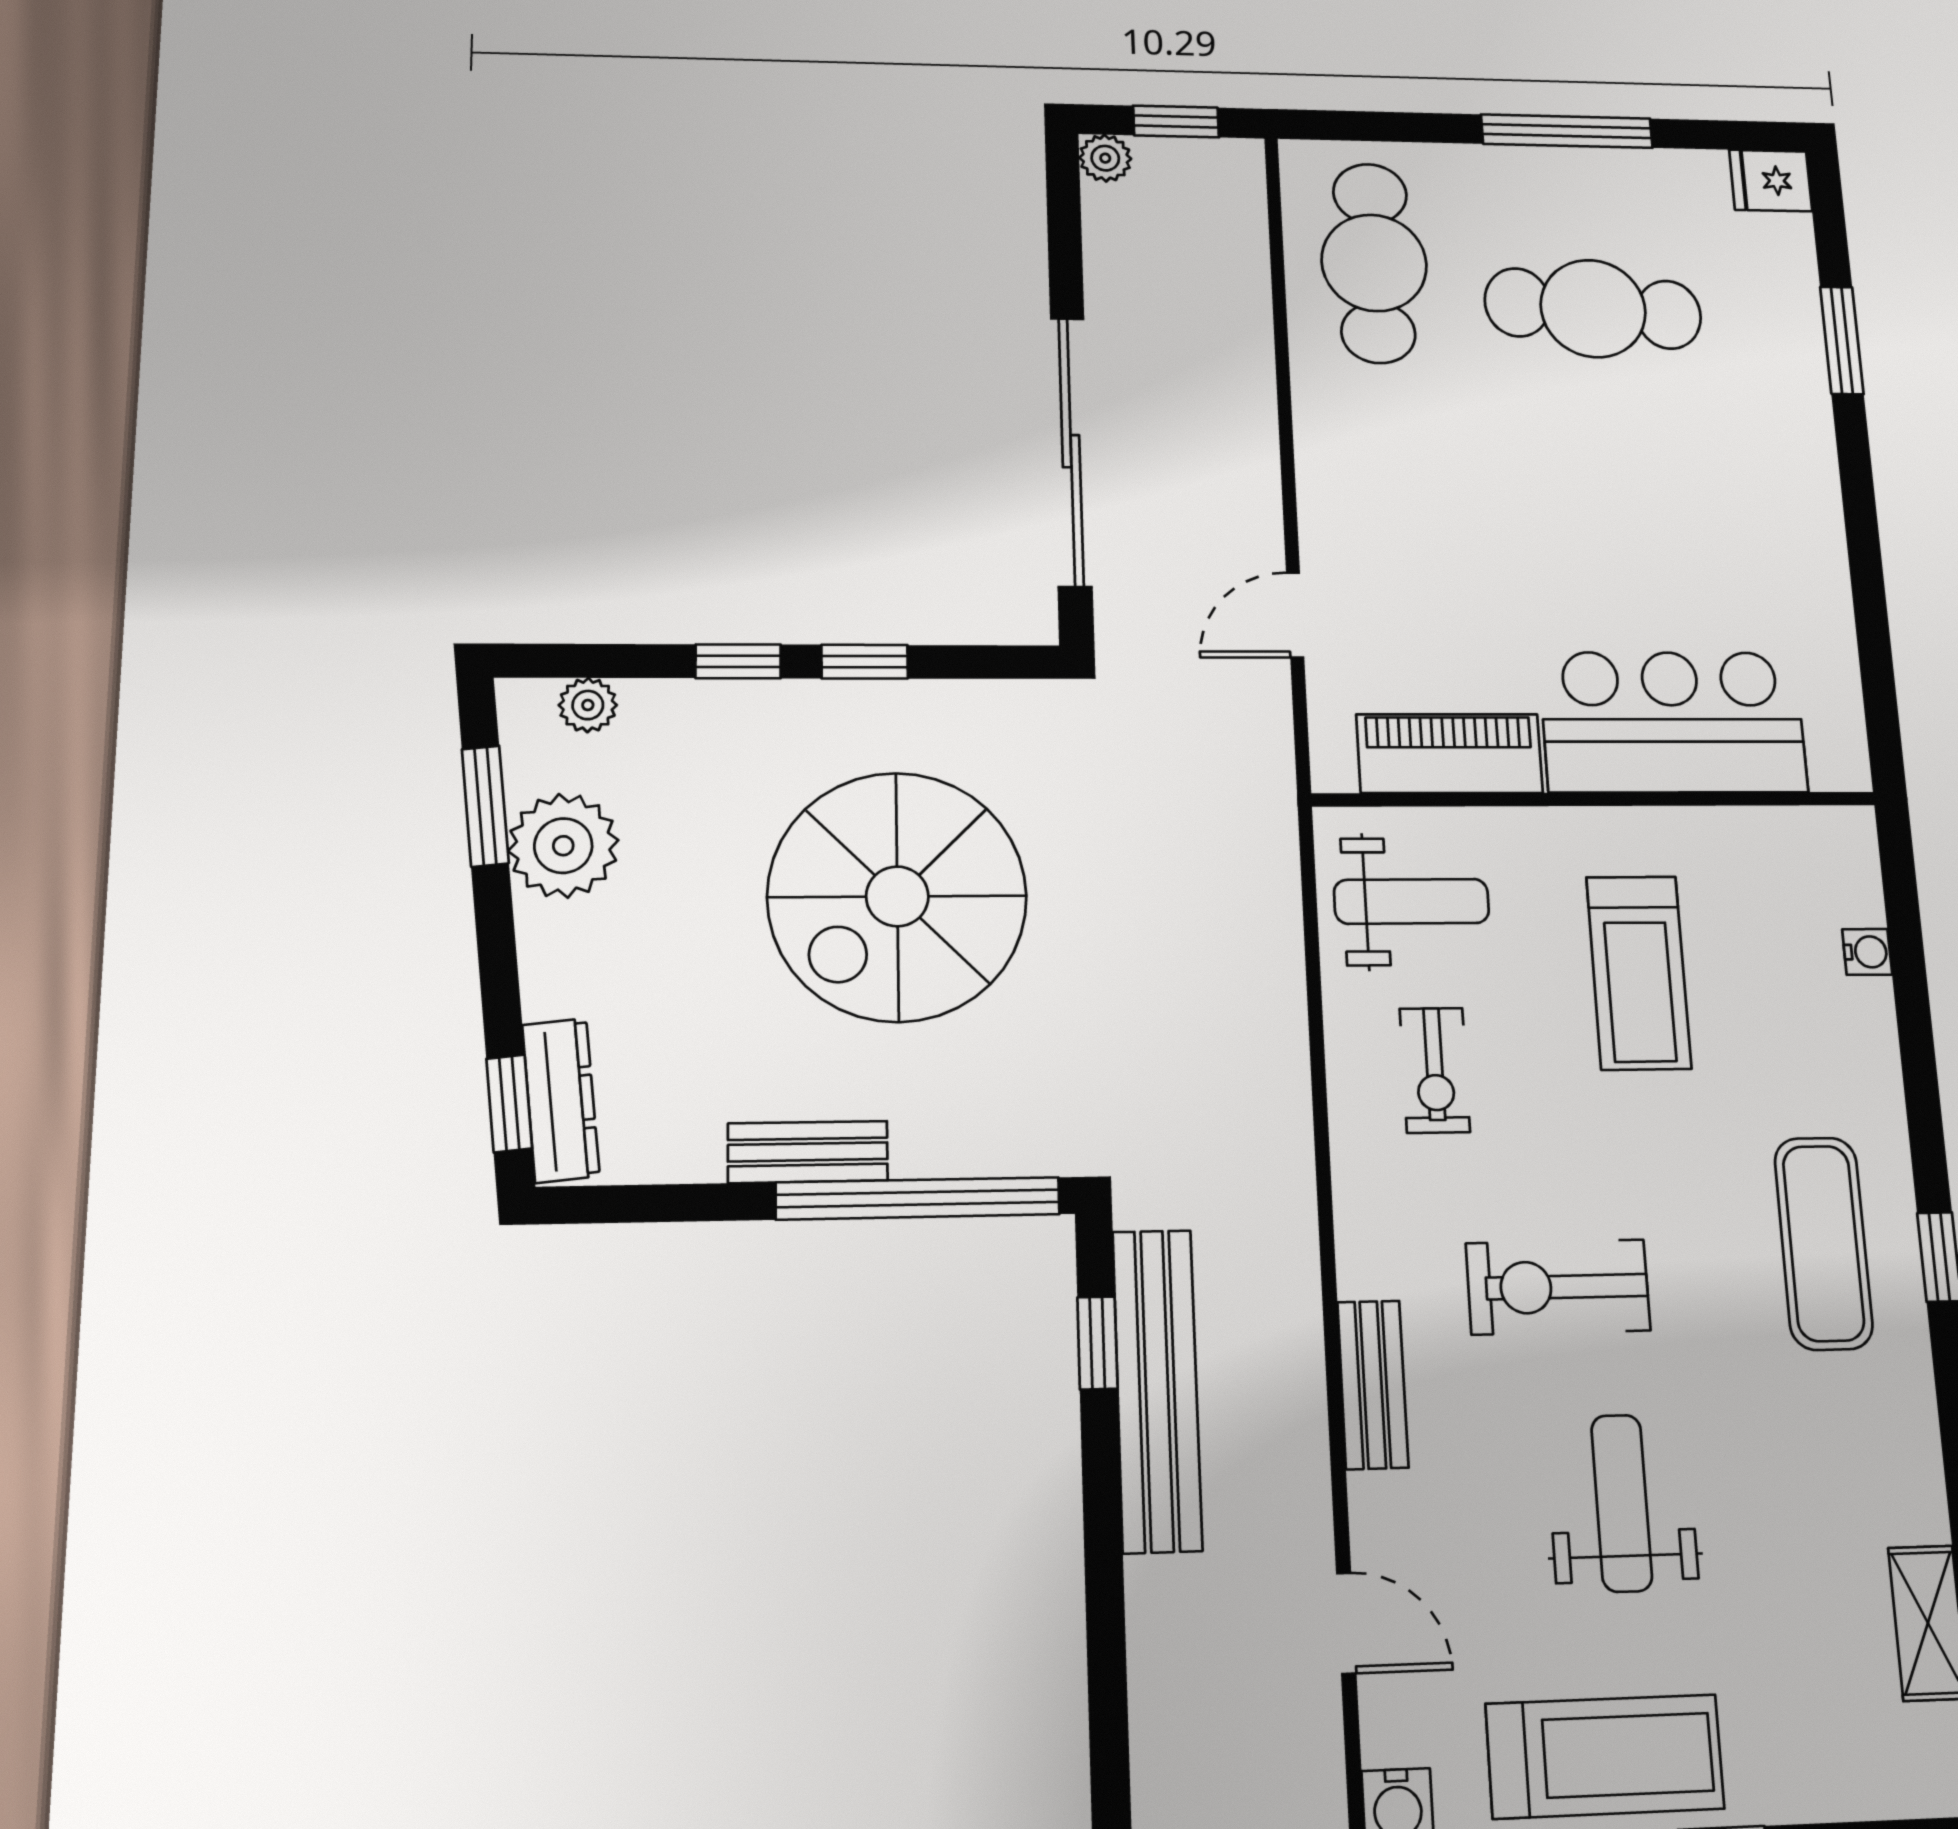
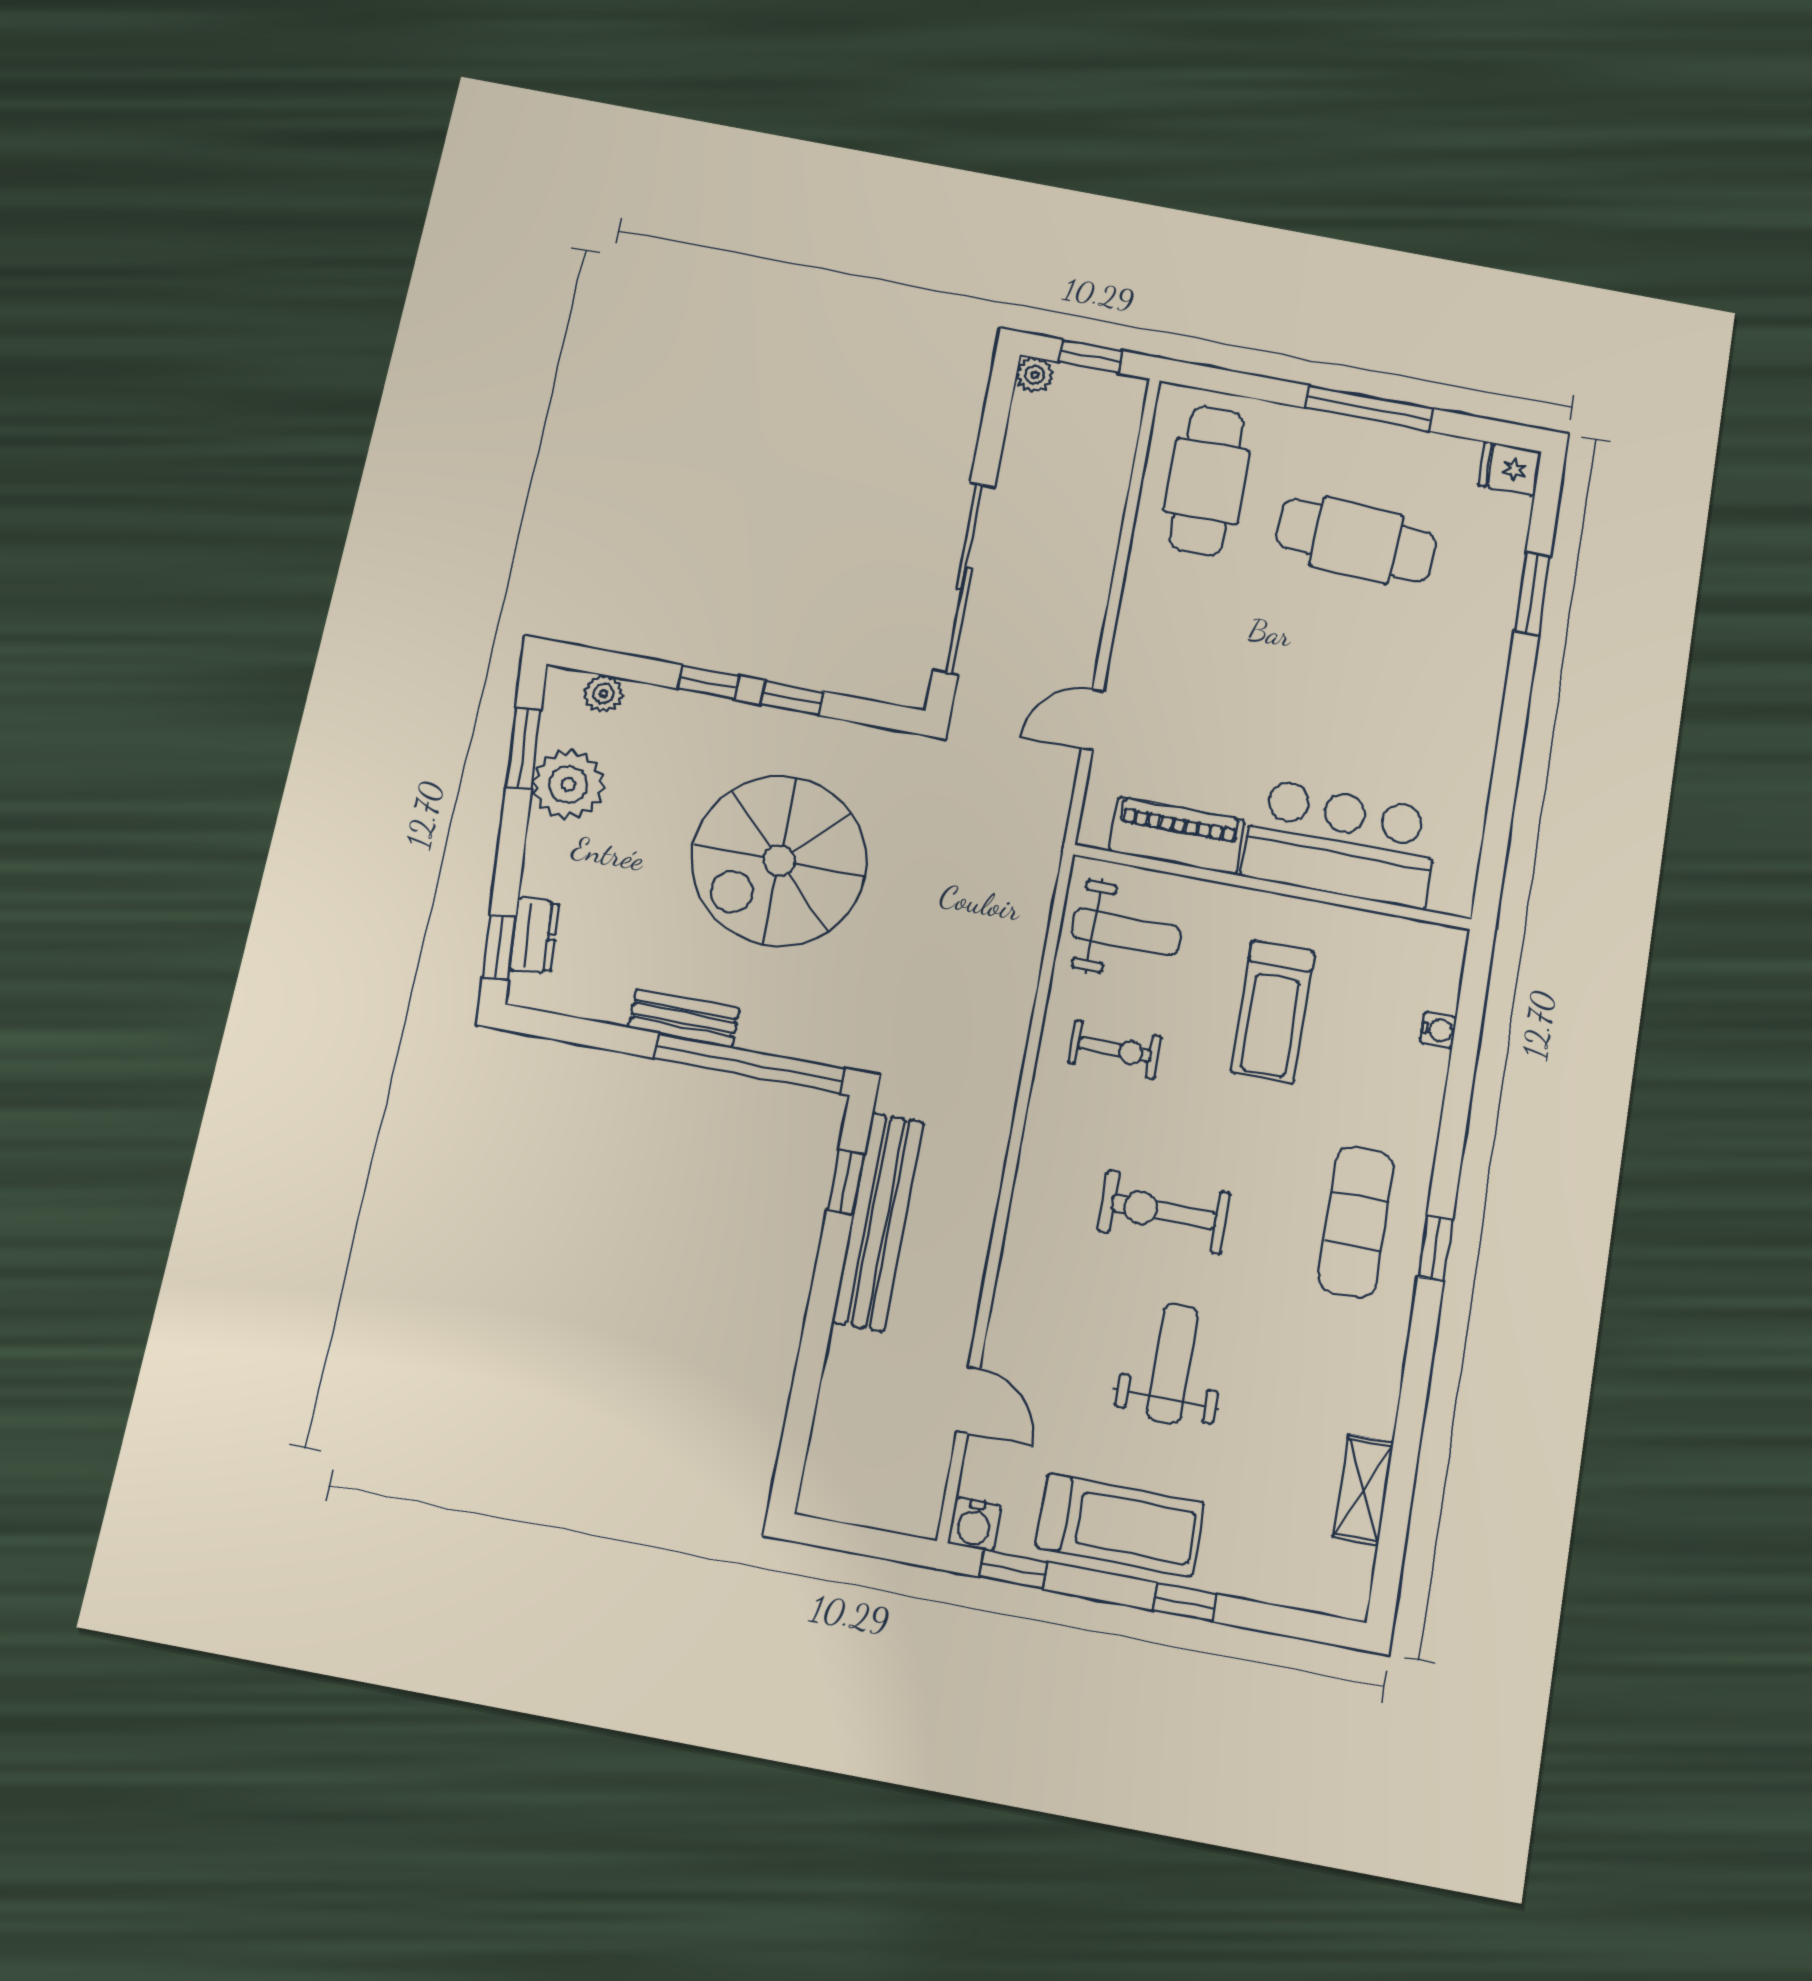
exercise bike: (1435, 1070) -> (1115, 1049), turned -90
dresser: (561, 1100) -> (534, 936), width x0.70
bench: (1373, 1385) -> (1023, 1249), removed

